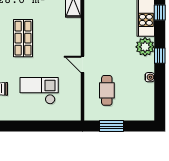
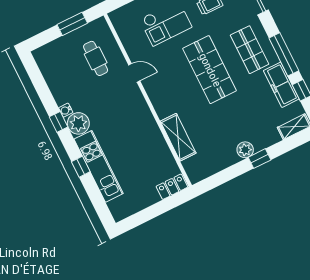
shop shelf: (23, 38) -> (210, 70), width x1.43, depth x1.36
water cooler: (150, 77) -> (66, 110), moved

